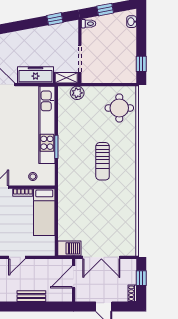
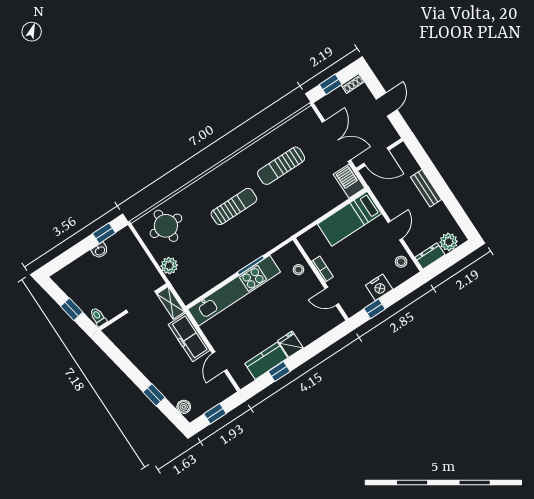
window: (55, 19) -> (154, 395), moved
washbasin: (132, 22) -> (100, 251), moved
plant: (77, 93) -> (169, 266), moved
sun lounger: (109, 210) -> (281, 166), added
bed: (44, 212) -> (350, 219), moved, turned 180
door: (17, 257) -> (395, 230), hinge flipped

